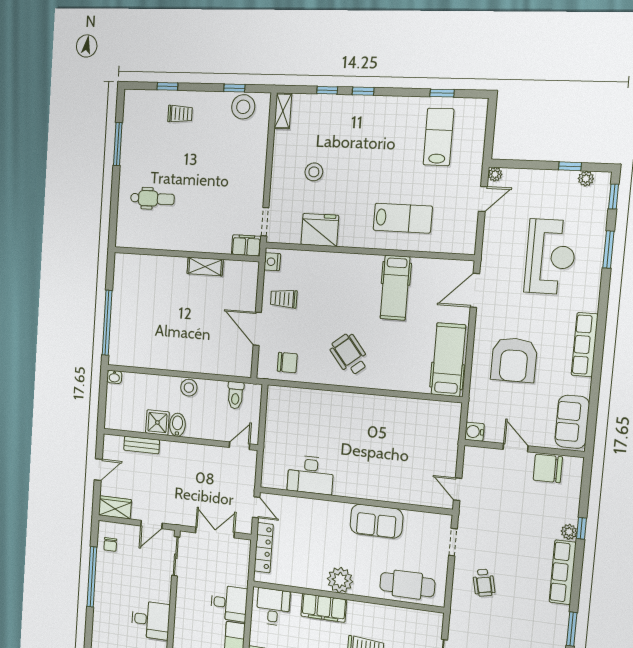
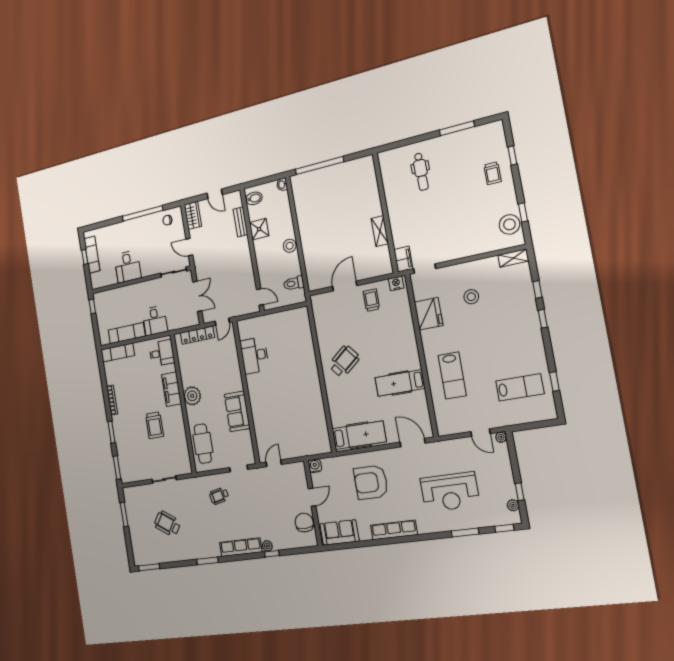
chair: (287, 363) -> (327, 316), removed
bidet: (177, 425) -> (254, 198), moved

